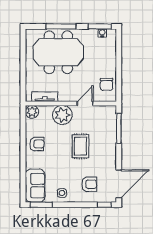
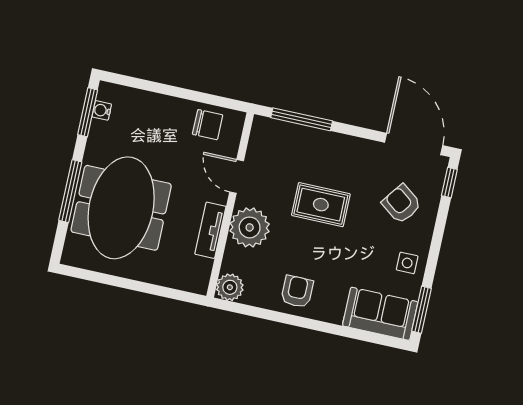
tv unit: (45, 97) -> (210, 230), moved
armchair: (89, 184) -> (402, 204), turned -53

